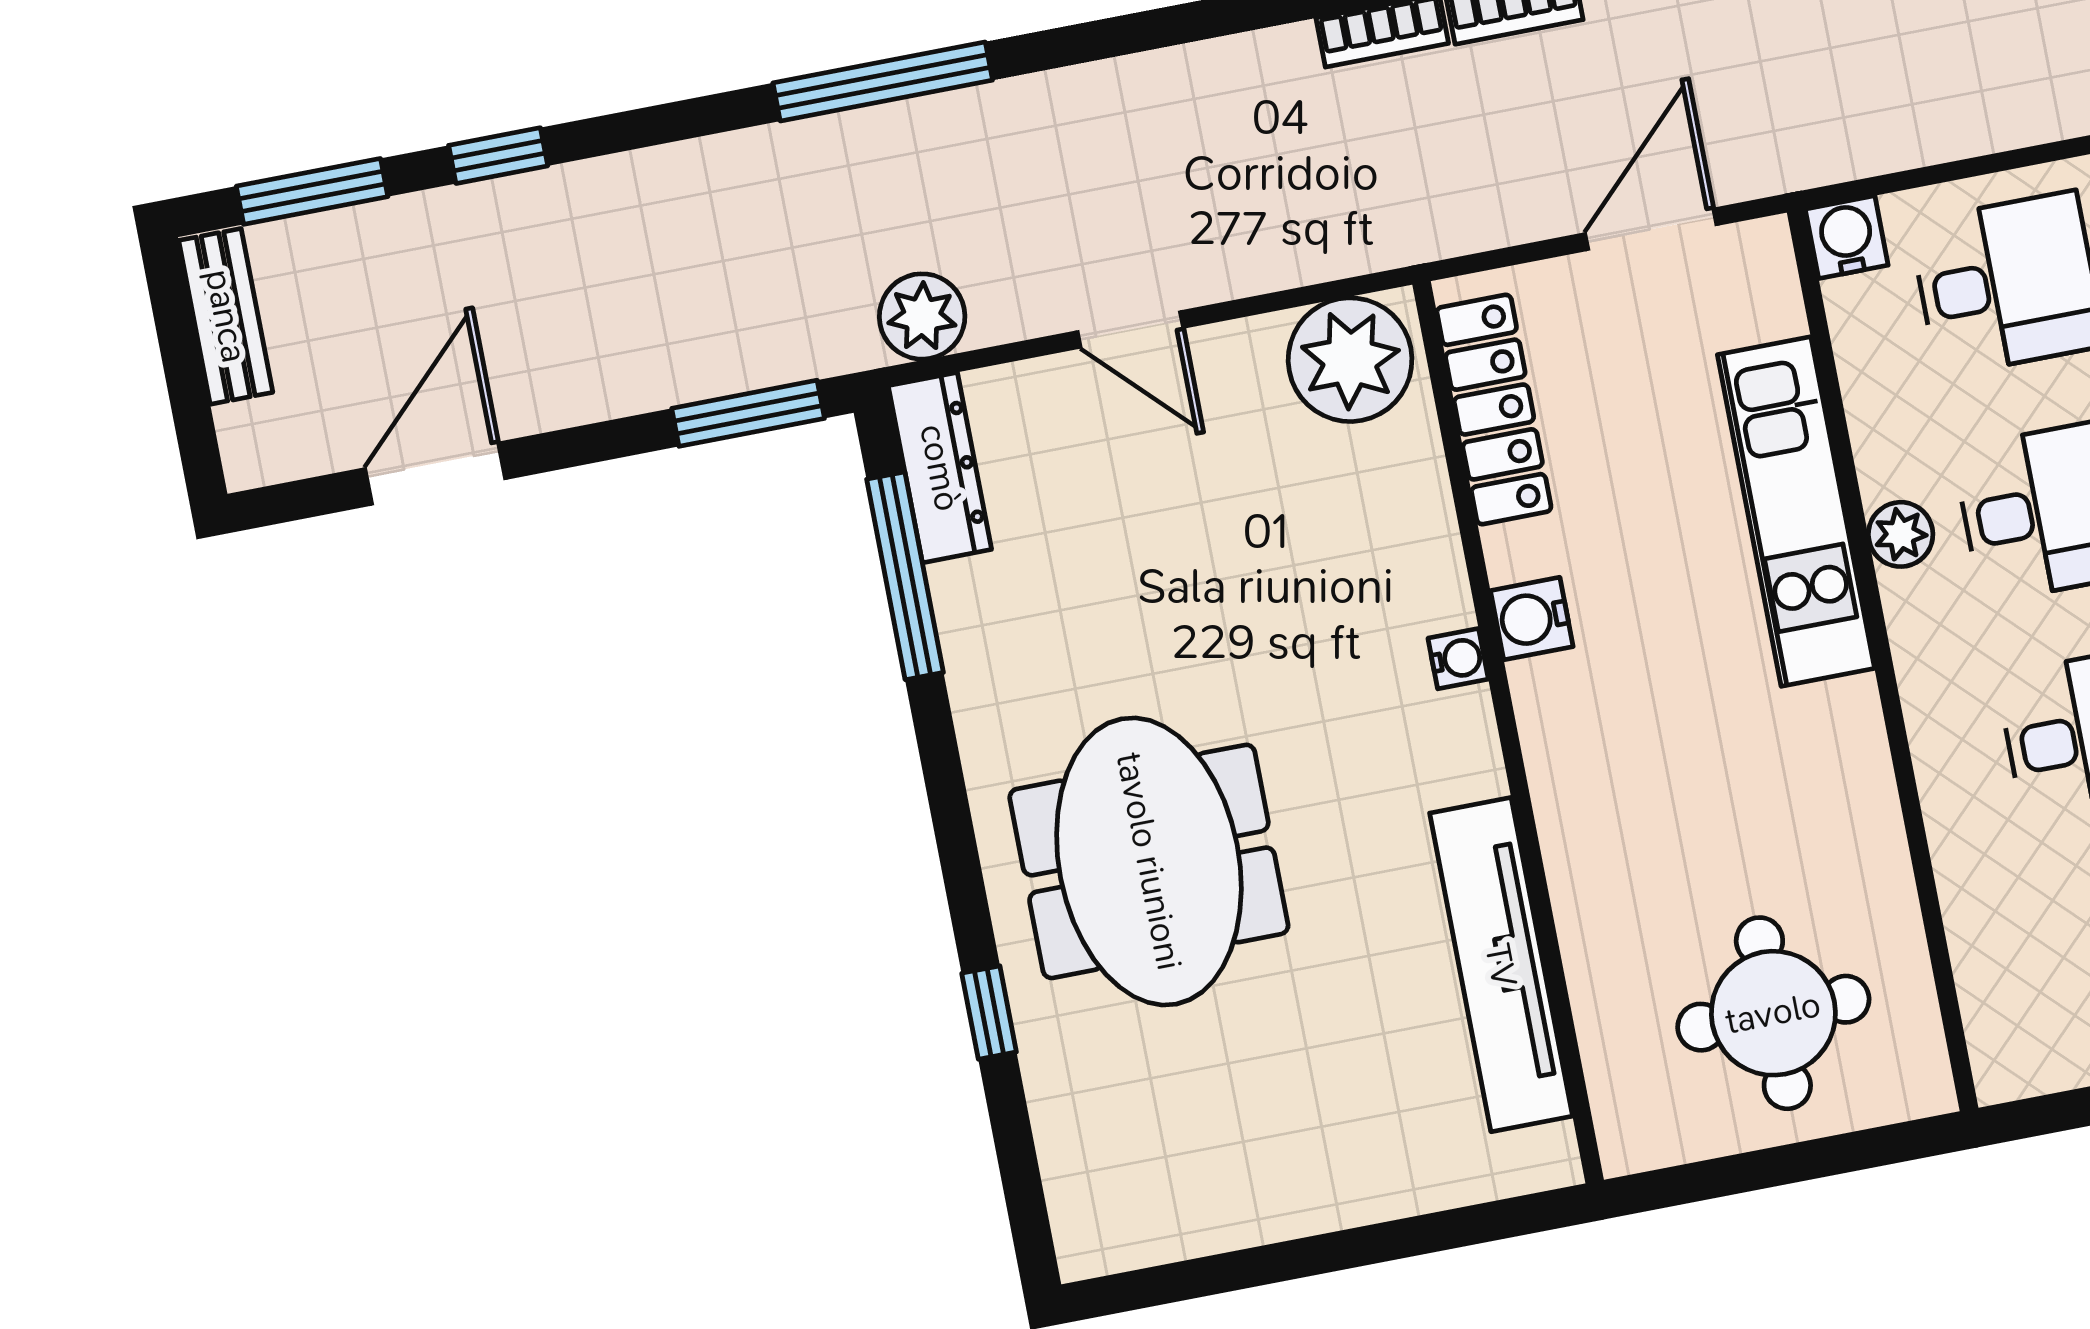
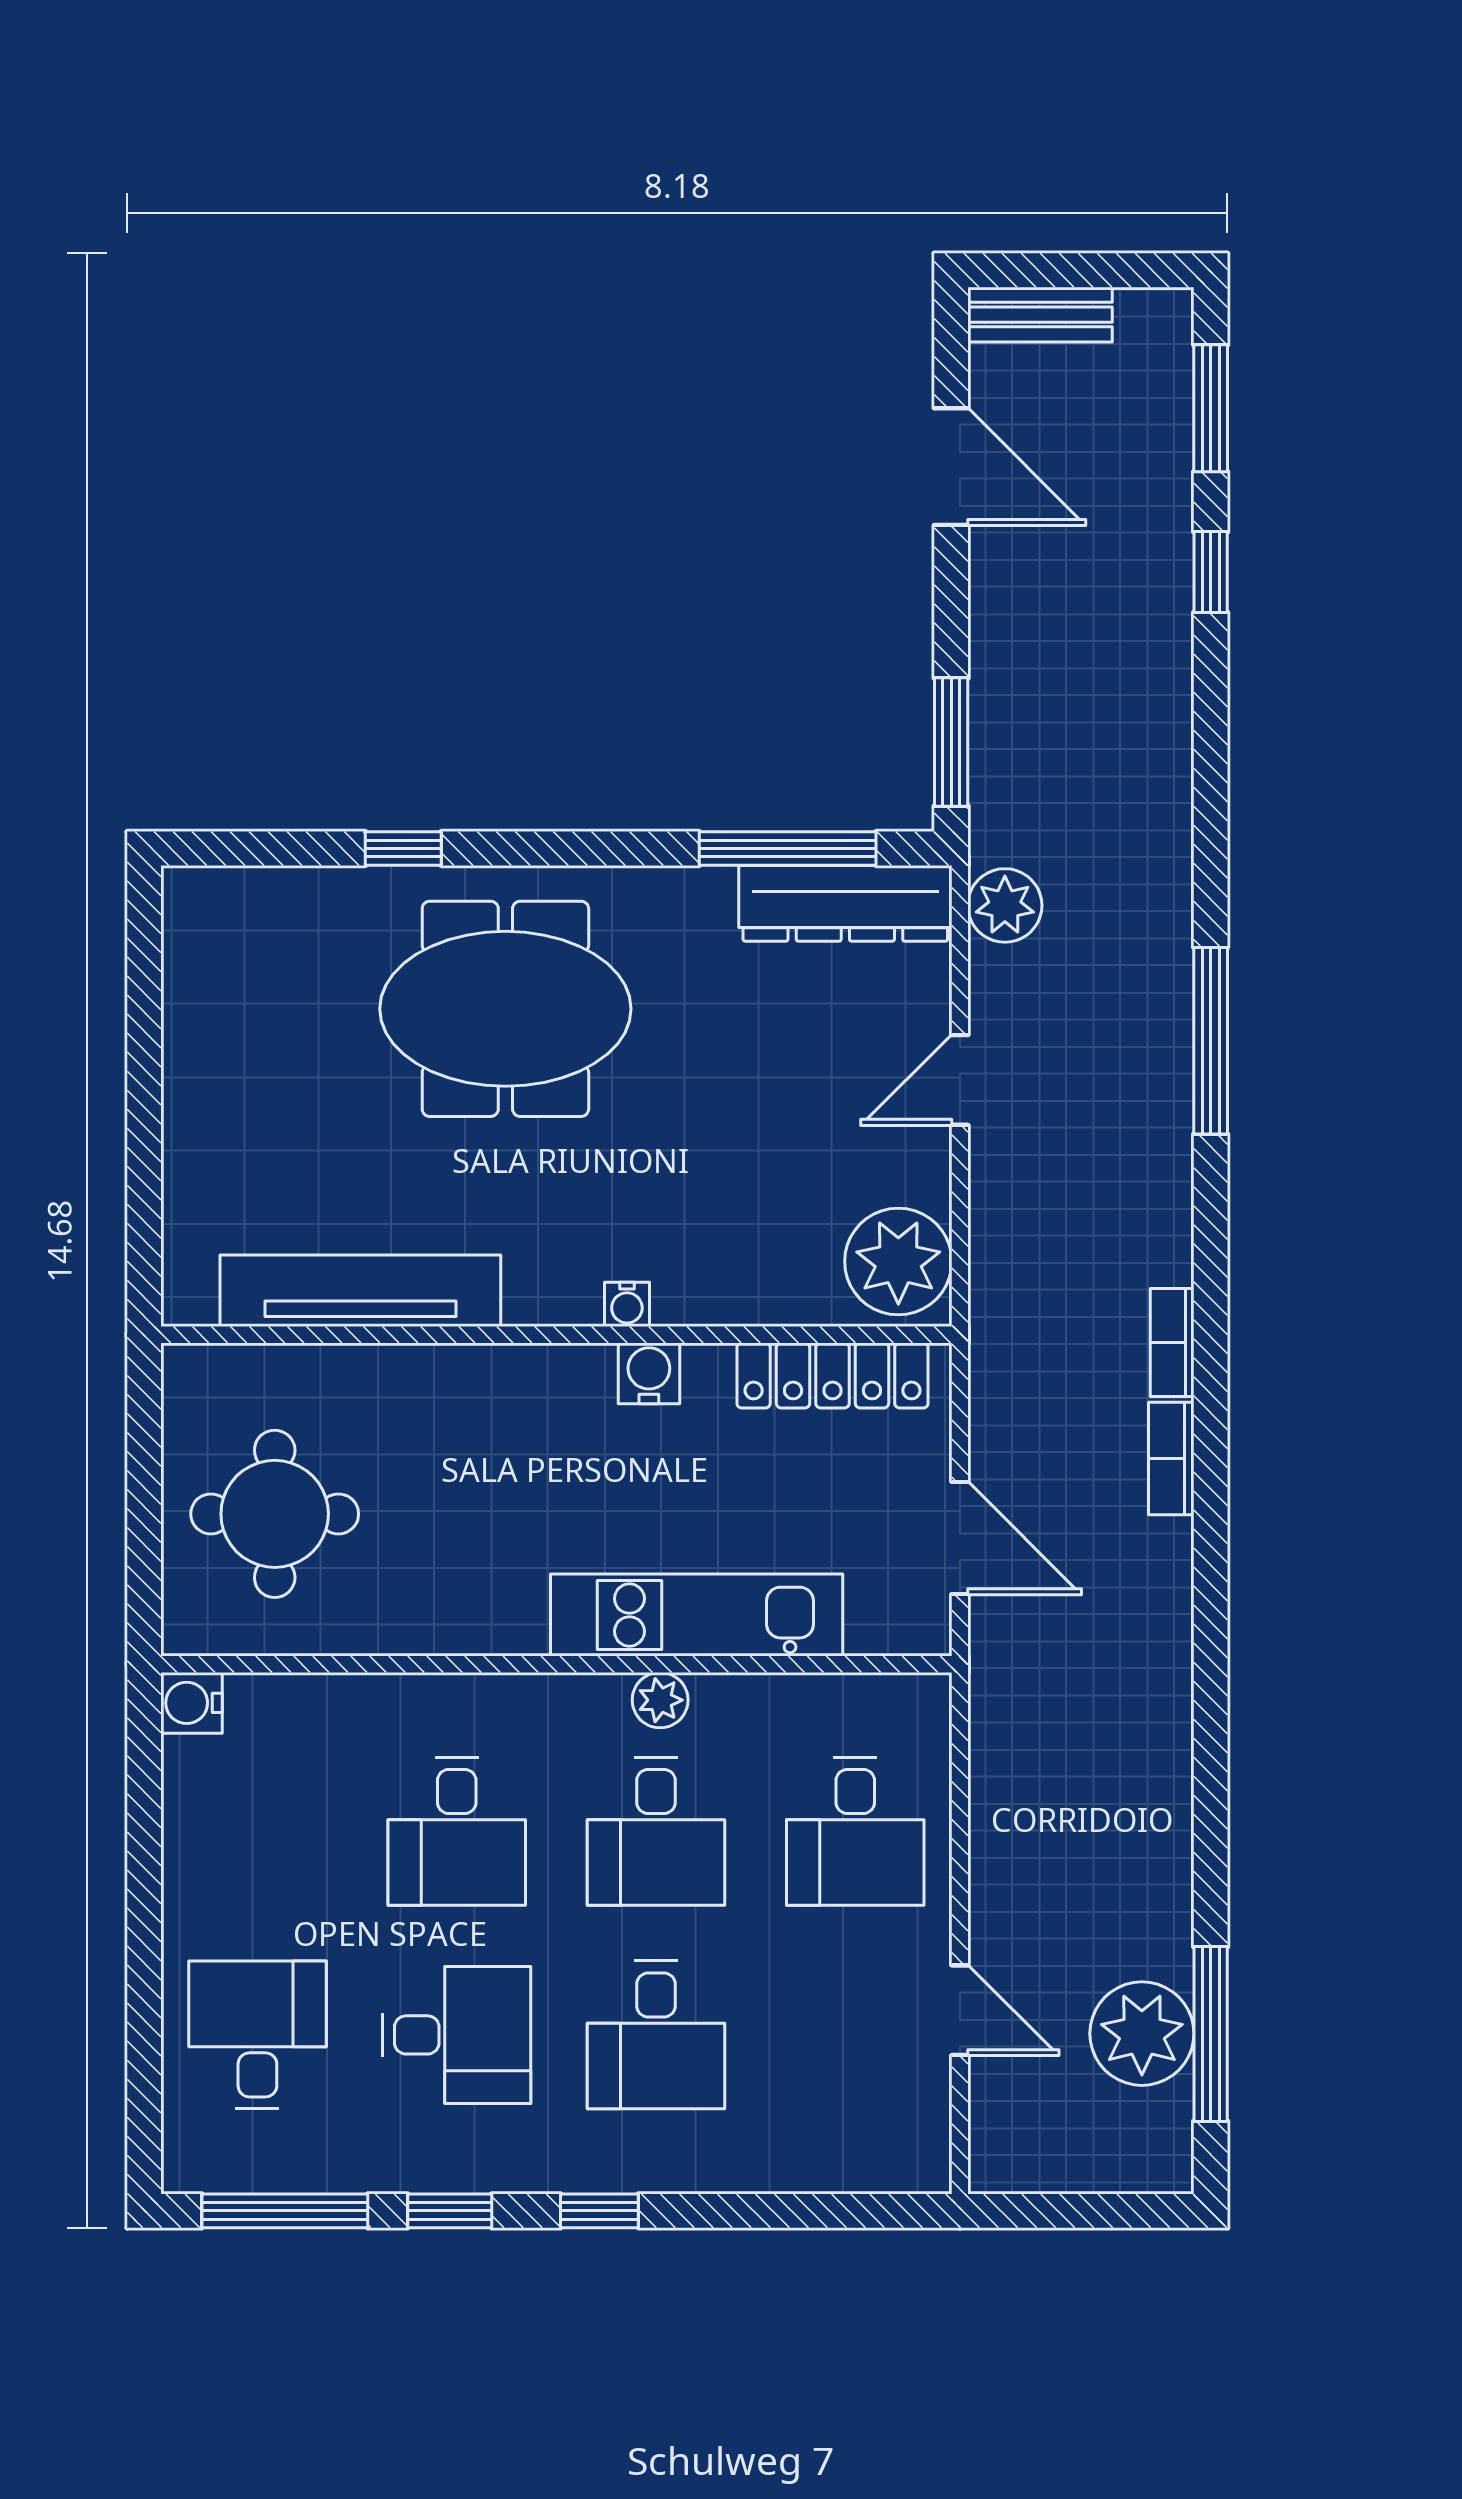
window: (883, 82) -> (1211, 1041), moved
water cooler: (1847, 237) -> (192, 1703), moved, turned 180
bench: (226, 316) -> (1040, 315), moved
dresser: (940, 468) -> (845, 903), width x1.37, depth x1.24

